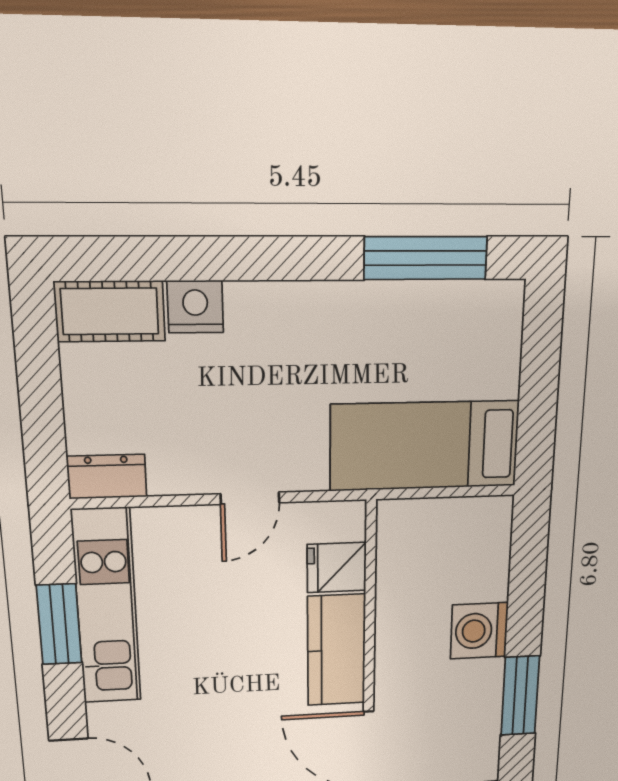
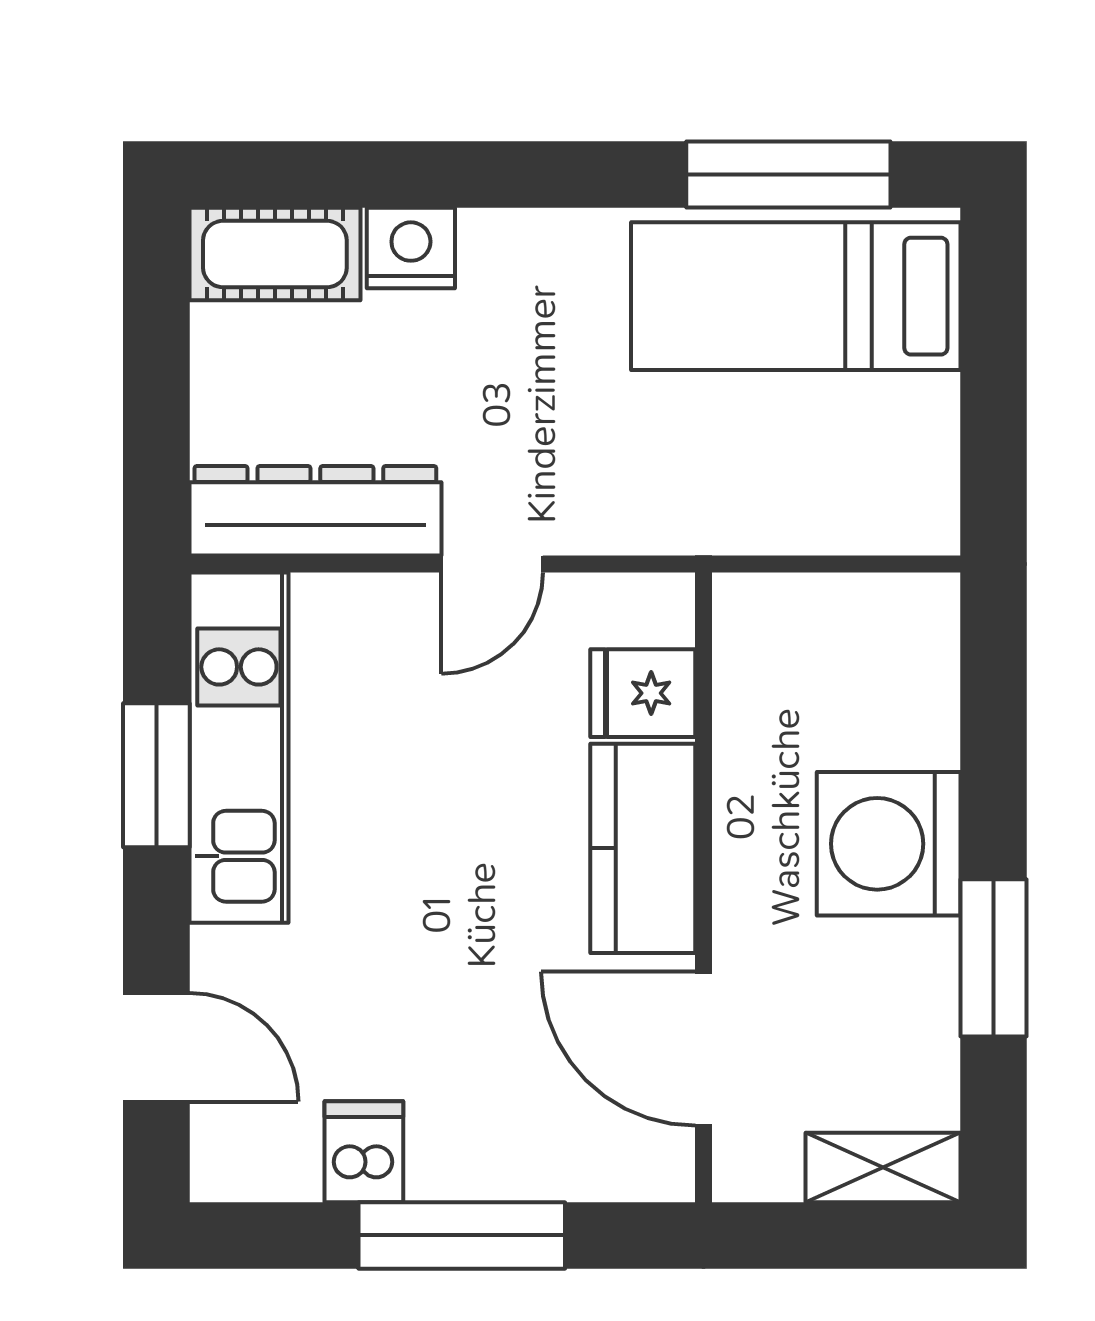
bed: (425, 446) -> (796, 296), moved
dresser: (107, 477) -> (315, 511), width x1.96, depth x1.24
washing machine: (479, 631) -> (889, 844), width x1.37, depth x1.37

